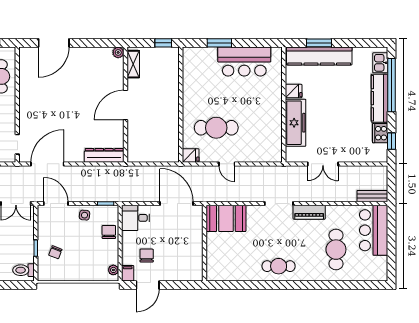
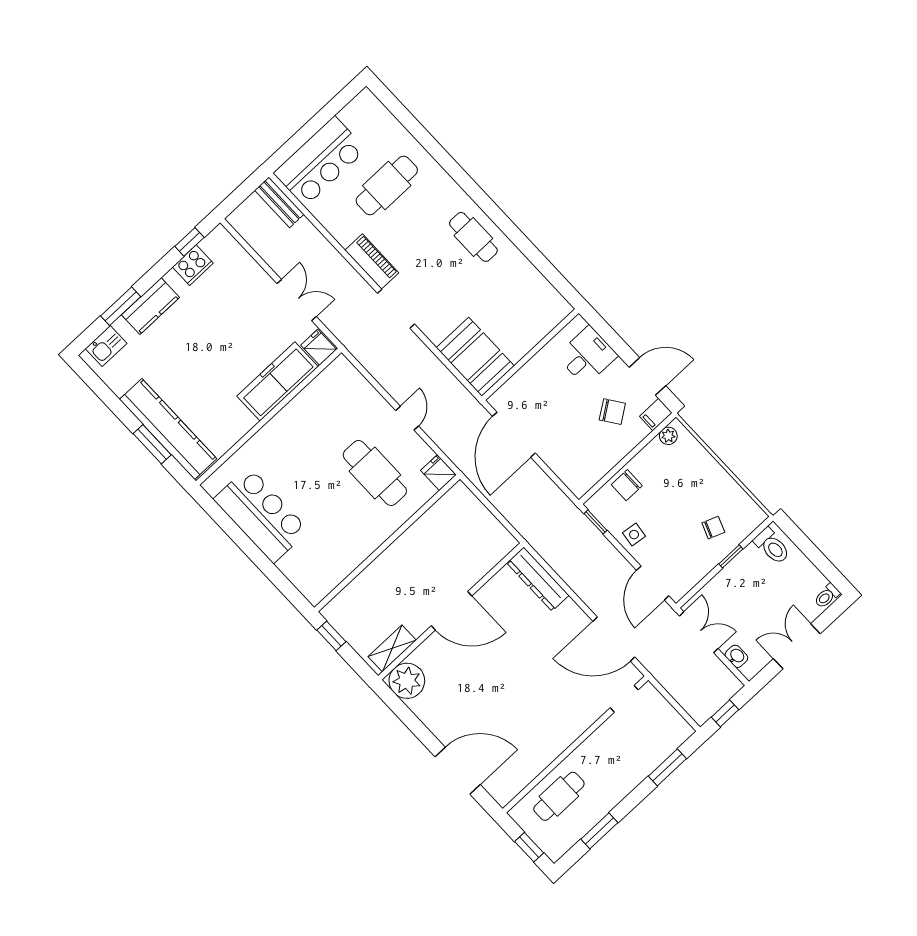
window: (219, 43) -> (267, 567), removed
plant: (118, 52) -> (407, 681), width x1.88, depth x1.88
window: (392, 85) -> (121, 306), width x0.47
fridge: (294, 91) -> (319, 347), moved
kitchen counter: (380, 98) -> (150, 306), width x0.67
desk: (136, 218) -> (587, 356), moved, turned -90
chair: (147, 256) -> (612, 412), turned -125

